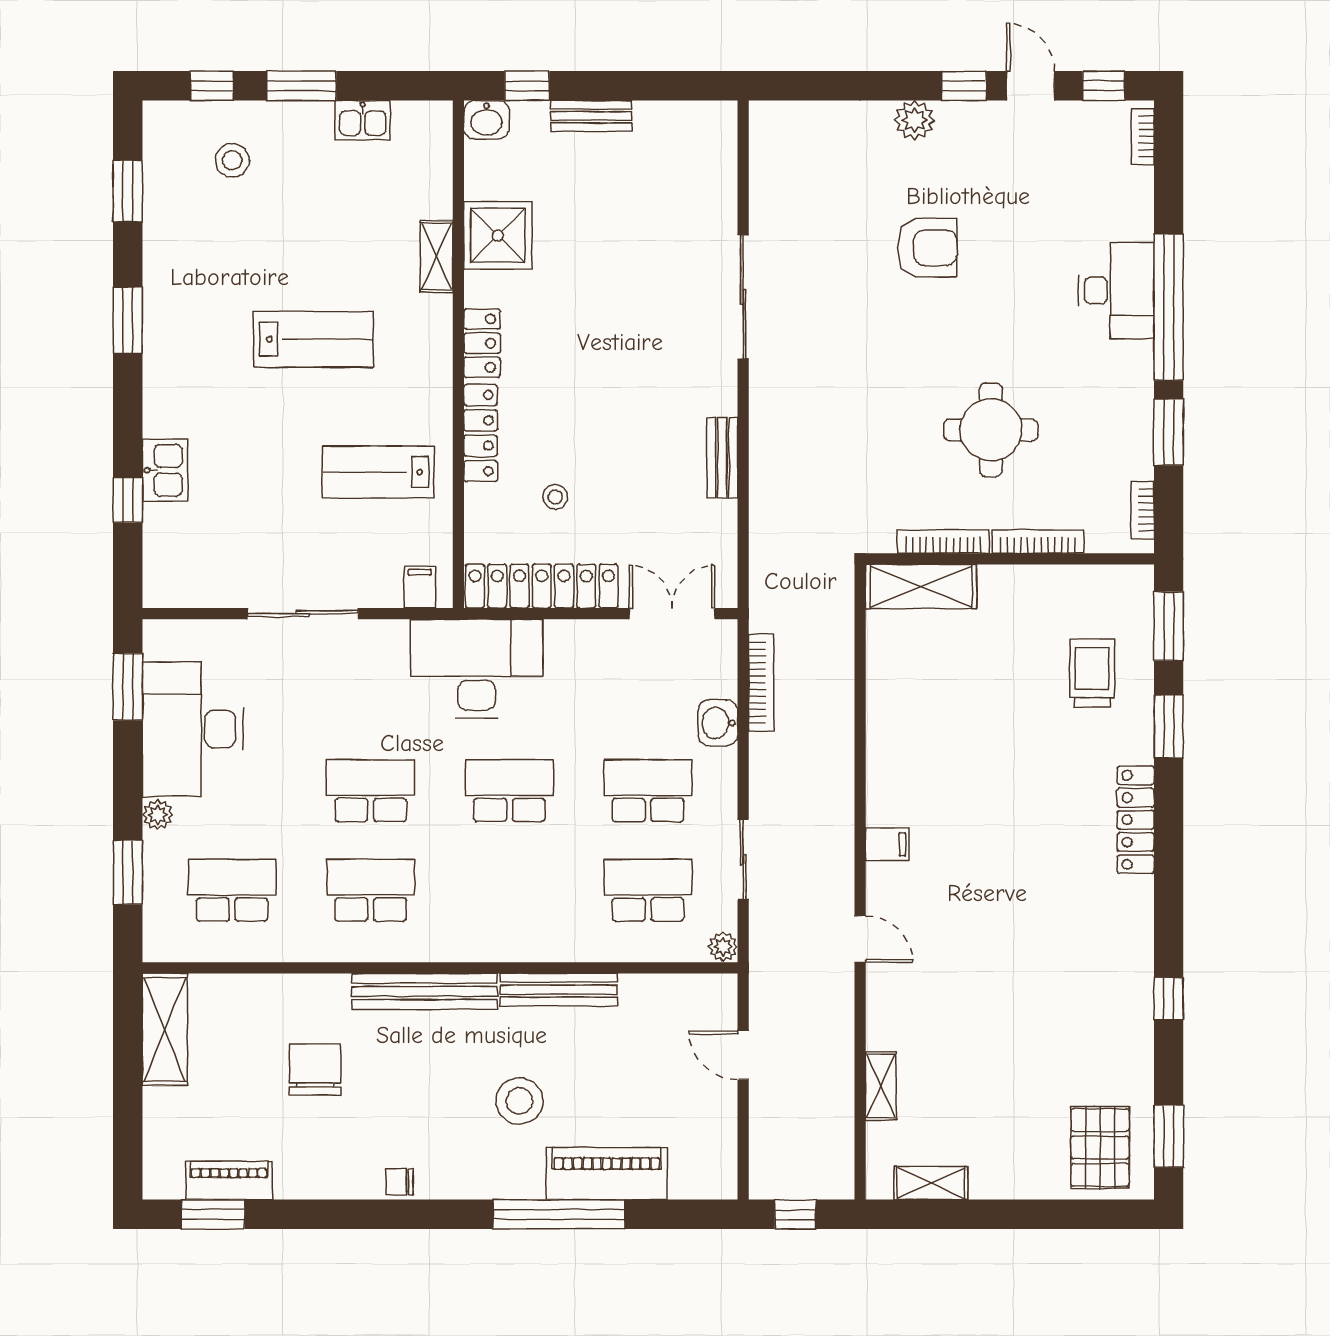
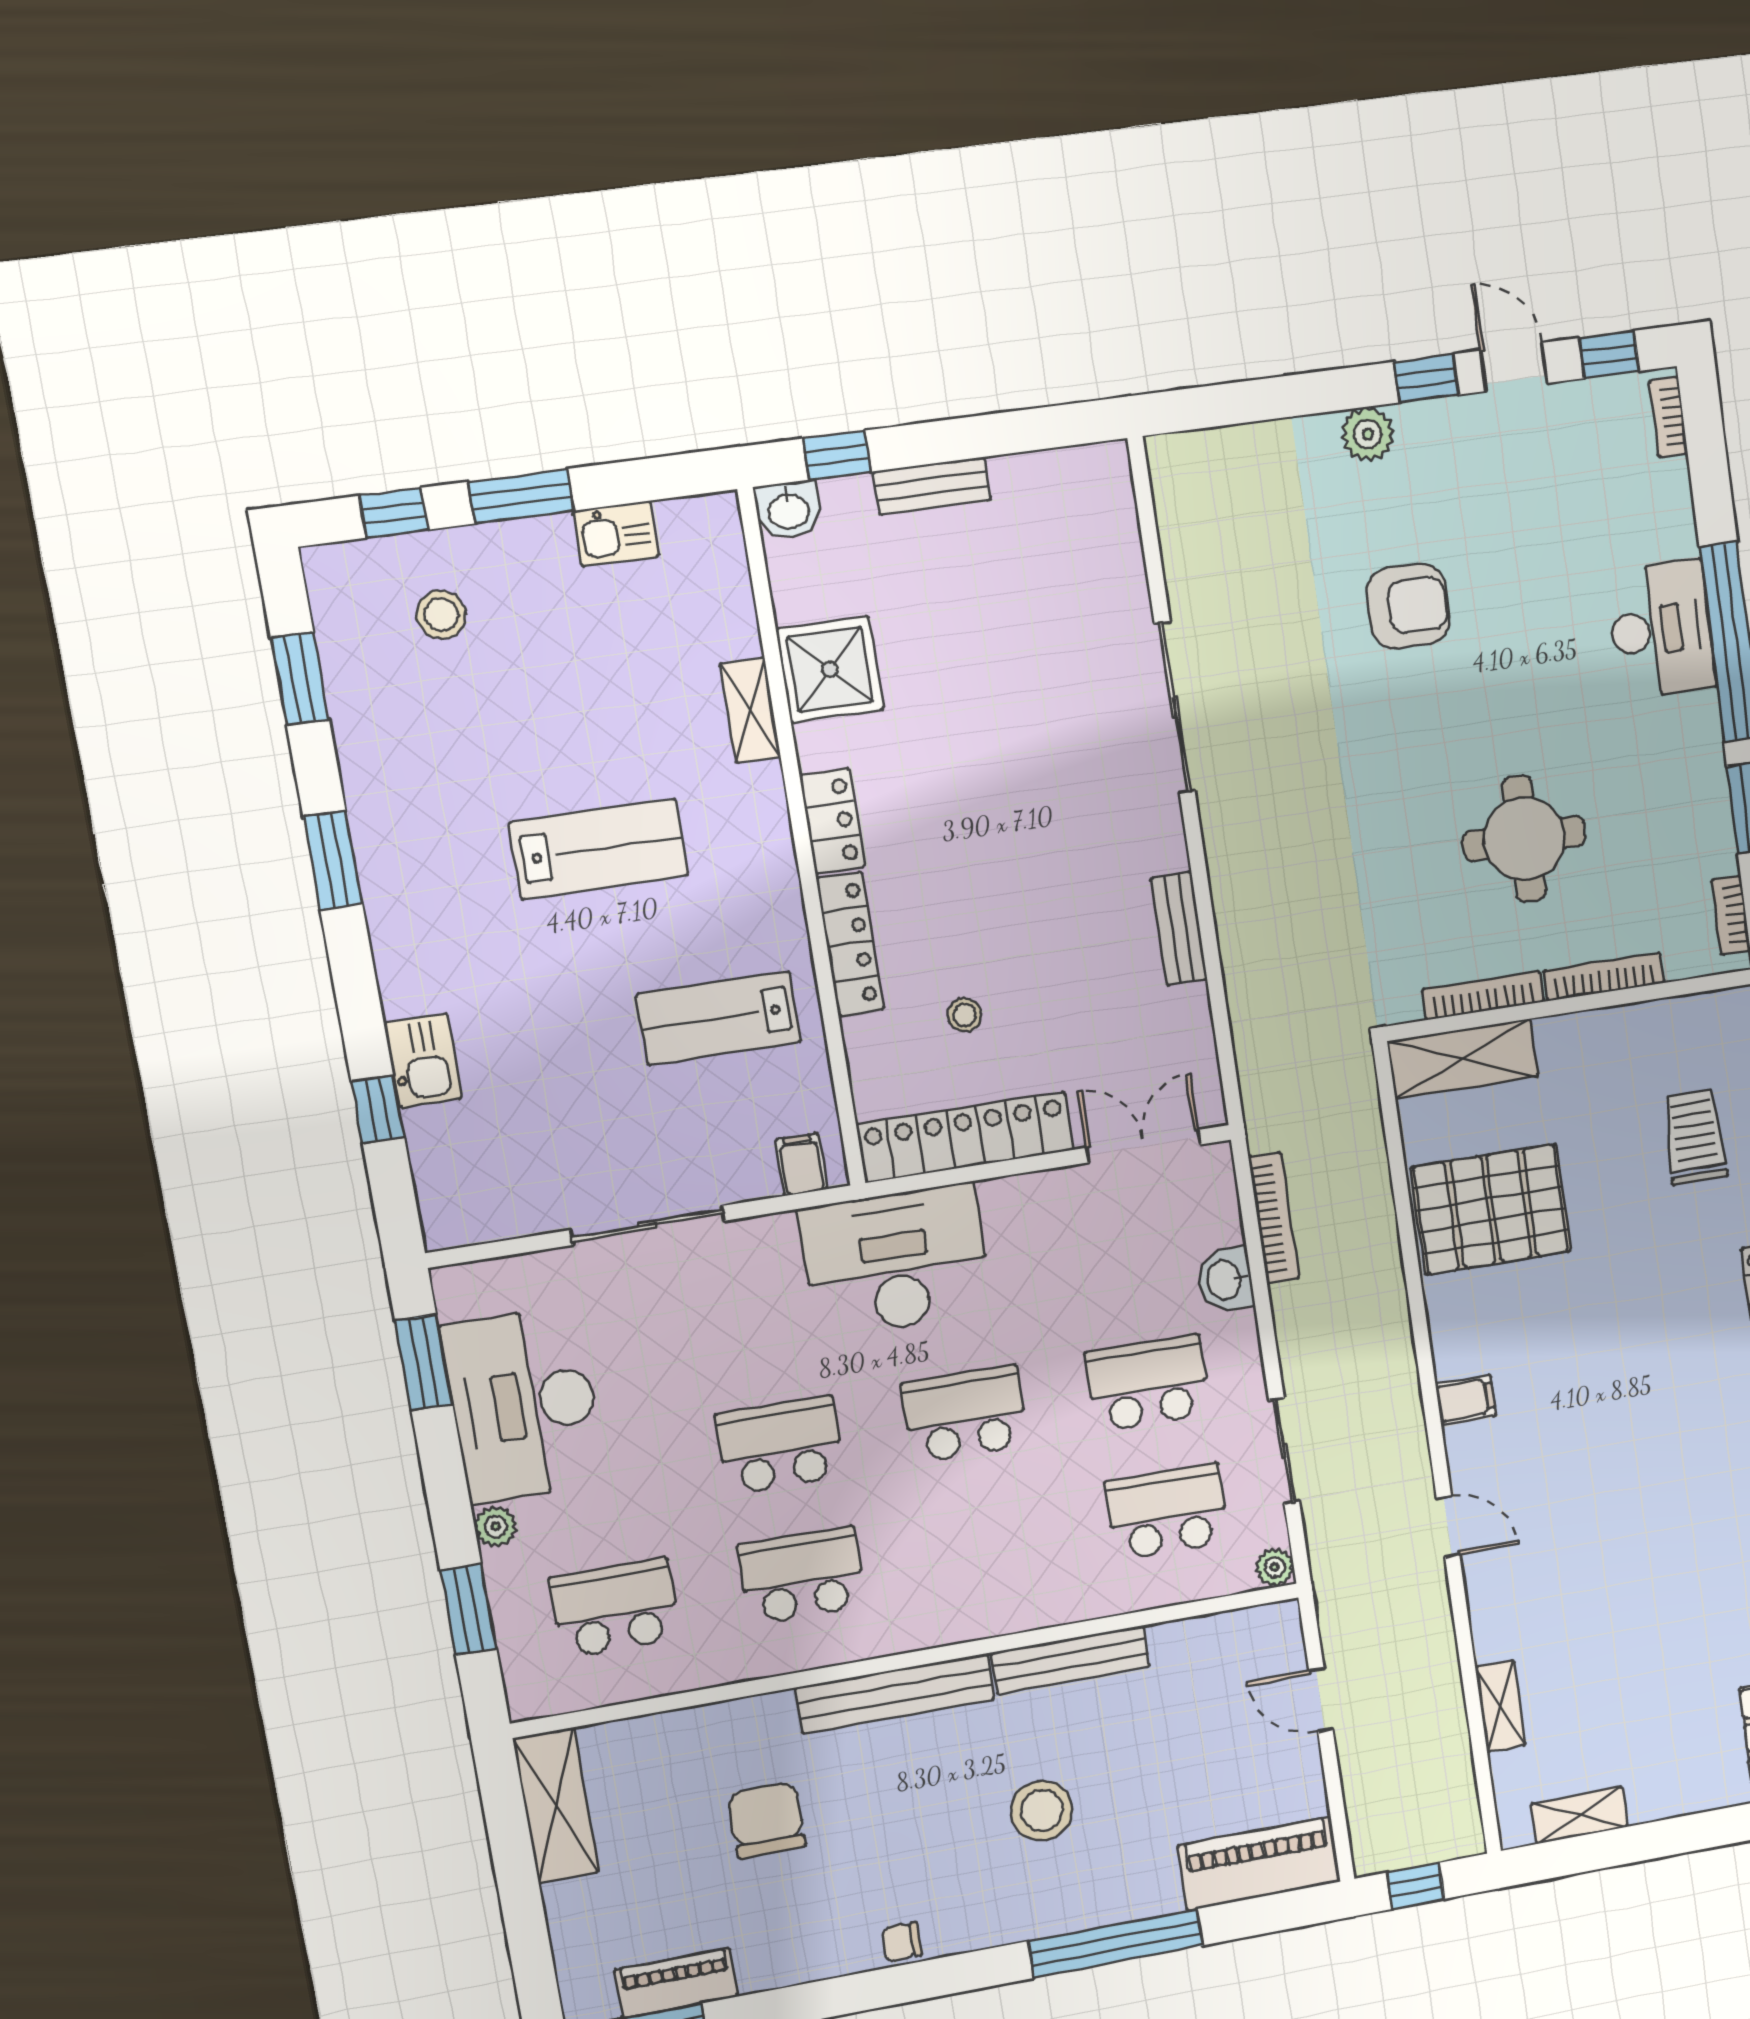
pallet: (927, 703) -> (1491, 1209), added
piano: (607, 1173) -> (1259, 1864), moved

